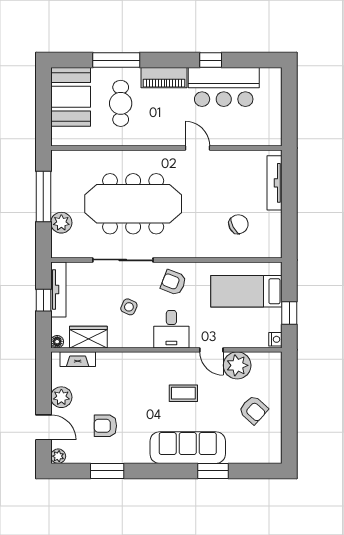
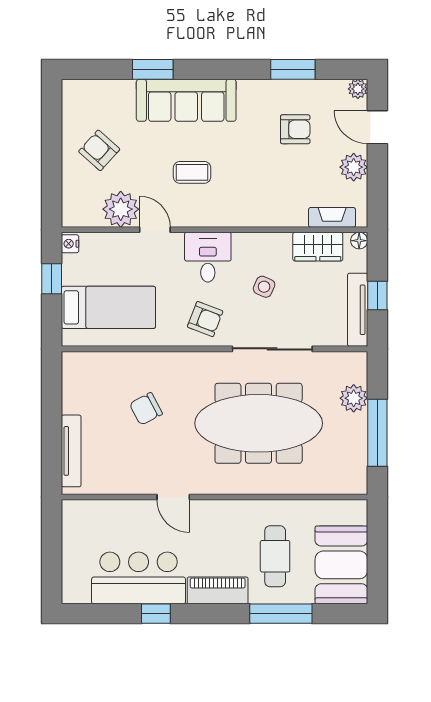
chair: (238, 224) -> (146, 409), moved

